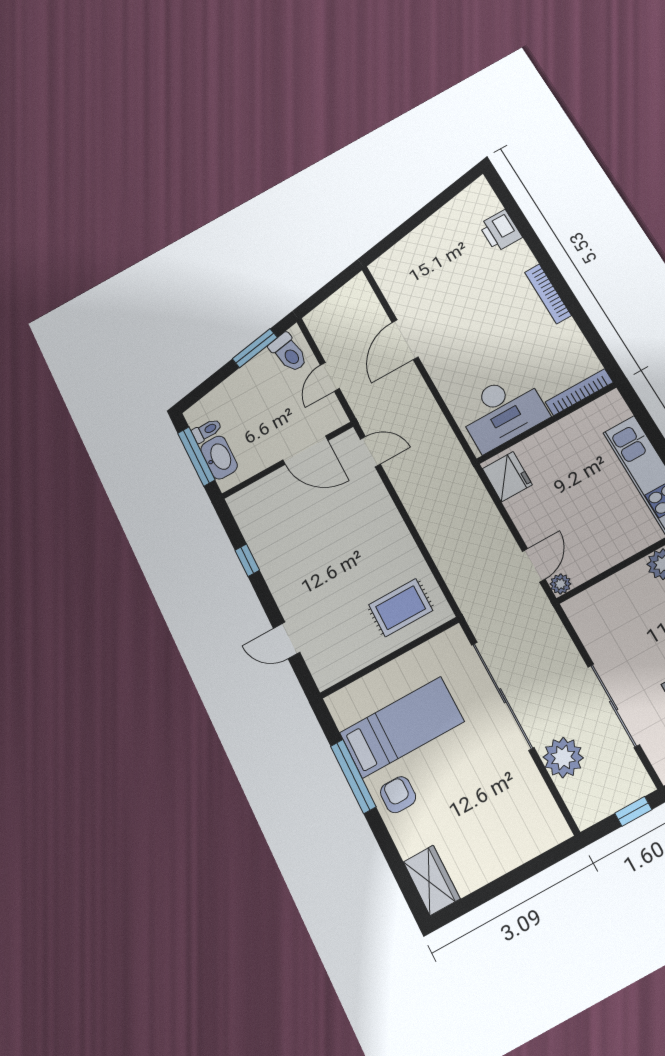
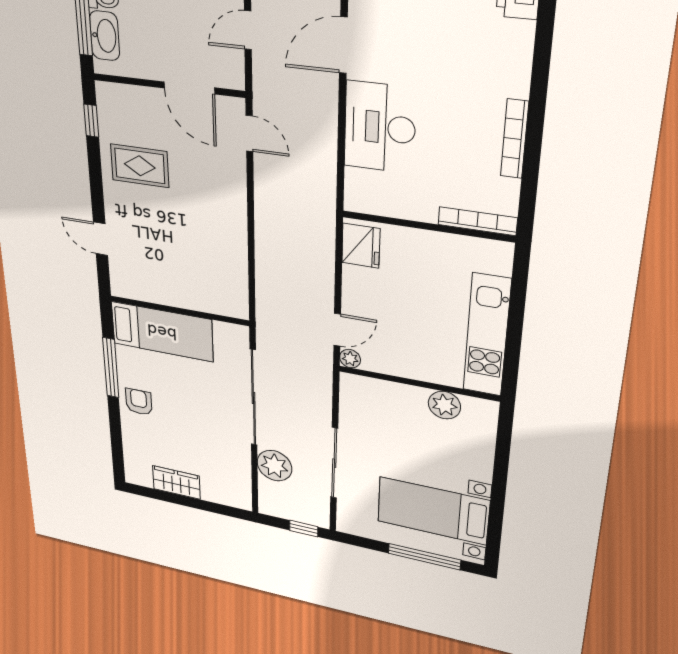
bookcase: (548, 294) -> (515, 139), moved
desk: (502, 411) -> (380, 127), moved, turned 90
window: (247, 560) -> (91, 121), moved
rug: (401, 608) -> (140, 166), moved
bed: (402, 727) -> (162, 332), moved
wardrobe: (432, 880) -> (176, 482), moved, turned -90

